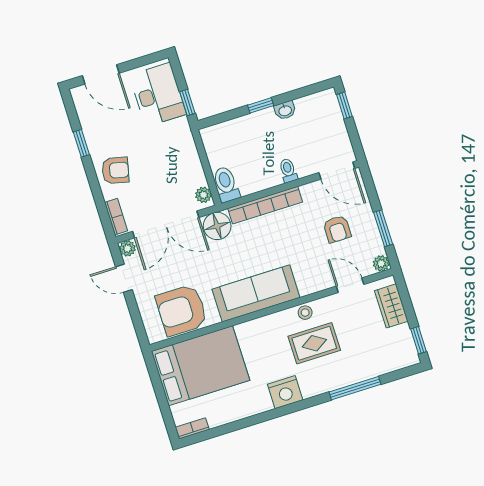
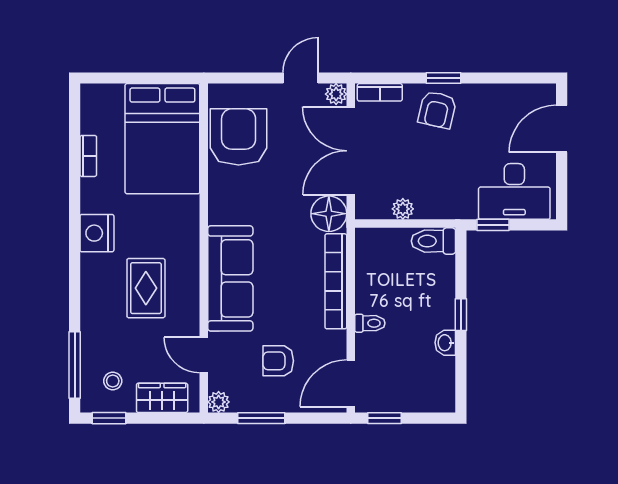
window: (344, 105) -> (385, 418), moved
window: (81, 143) -> (443, 78), moved
toilet: (226, 184) -> (433, 241), moved, turned 180
plant: (203, 195) -> (403, 209), moved
door: (350, 285) -> (204, 355), swing flipped
sofa: (256, 293) -> (230, 278), moved
stool: (305, 313) -> (113, 381), moved
window: (355, 388) -> (75, 365), moved
bookcase: (192, 428) -> (88, 156), moved

